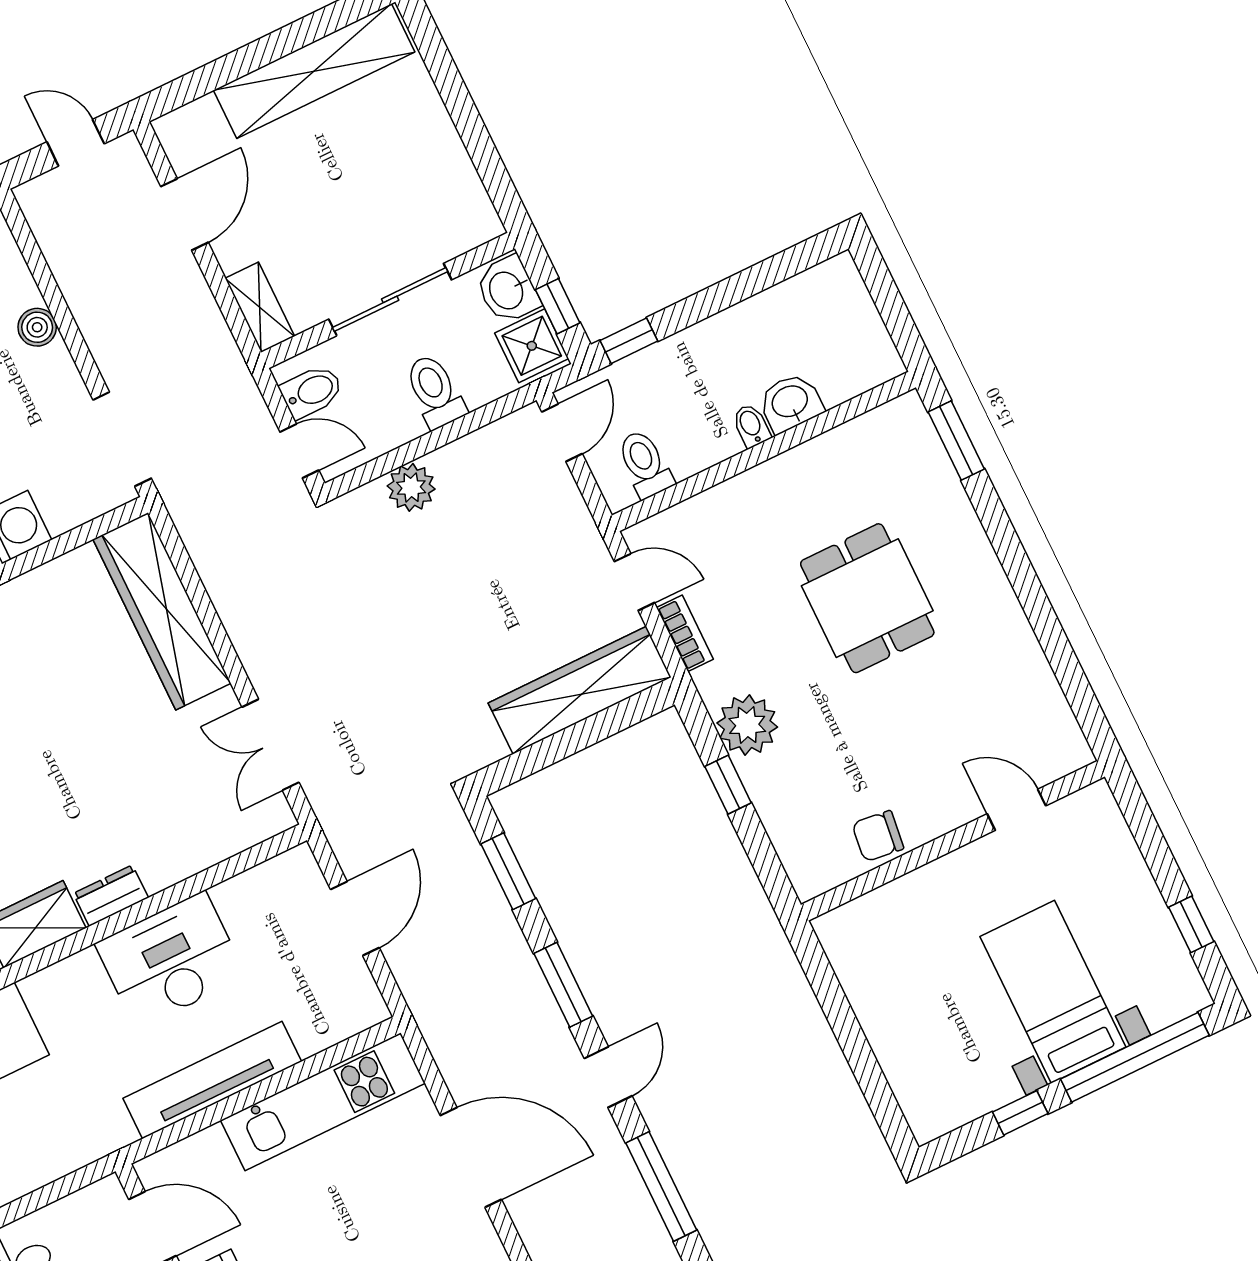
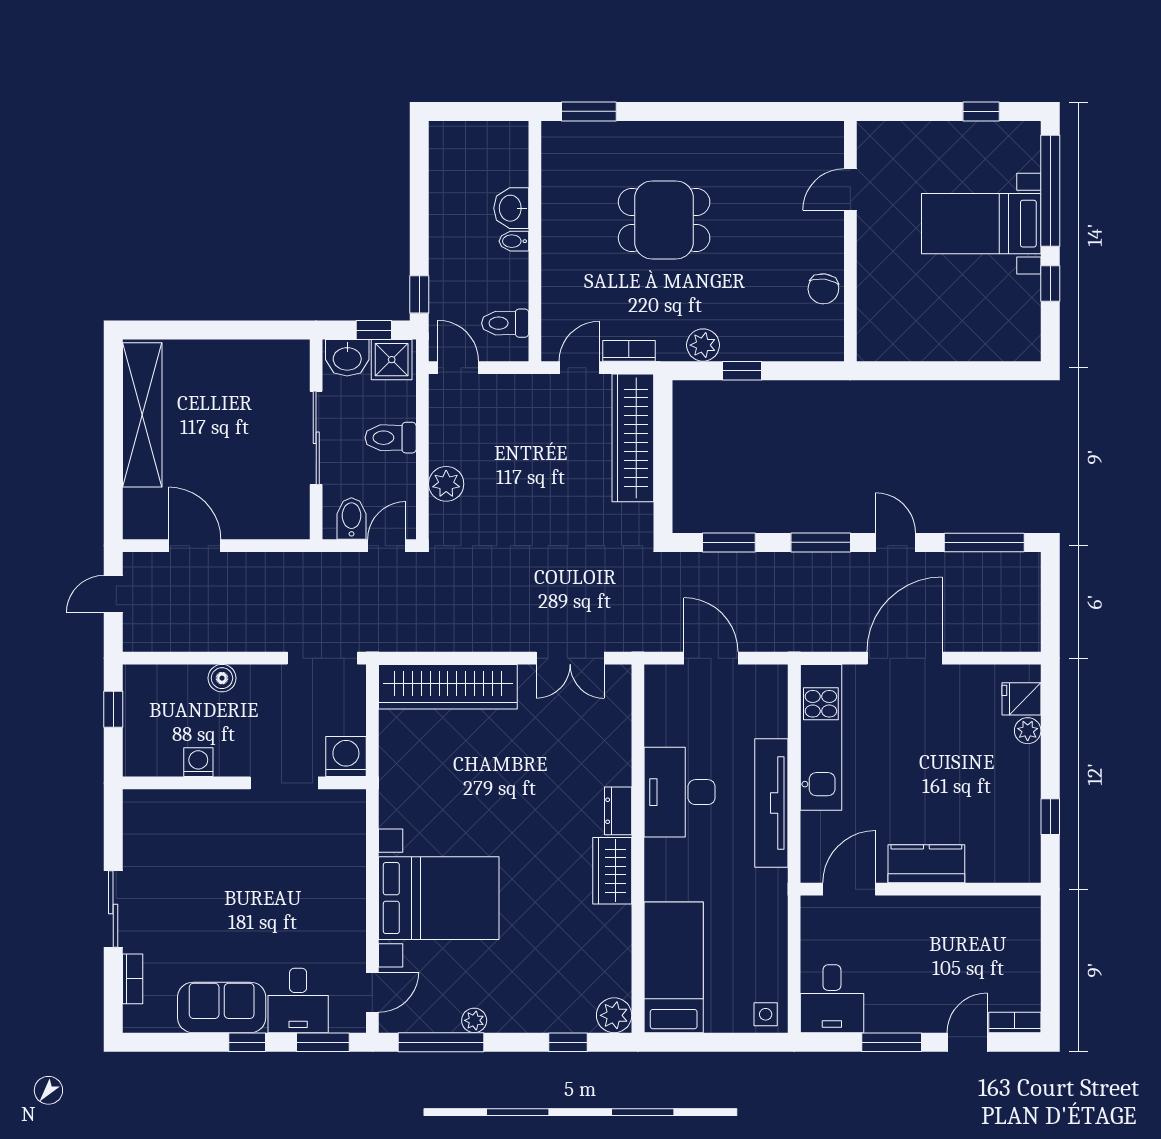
shelving: (260, 307) -> (280, 526), removed
plant: (747, 725) -> (703, 345), width x0.73, depth x0.73

